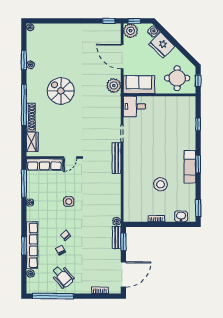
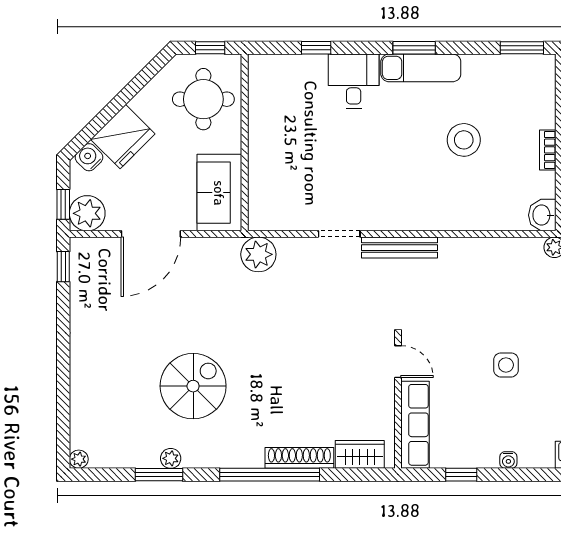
plant: (114, 85) -> (258, 254), moved
spiral stairs: (61, 91) -> (193, 386), moved, turned 180
desk: (134, 106) -> (354, 81), moved, turned 180
window: (24, 183) -> (461, 475), width x0.46
washbasin: (181, 216) -> (542, 215), moved

